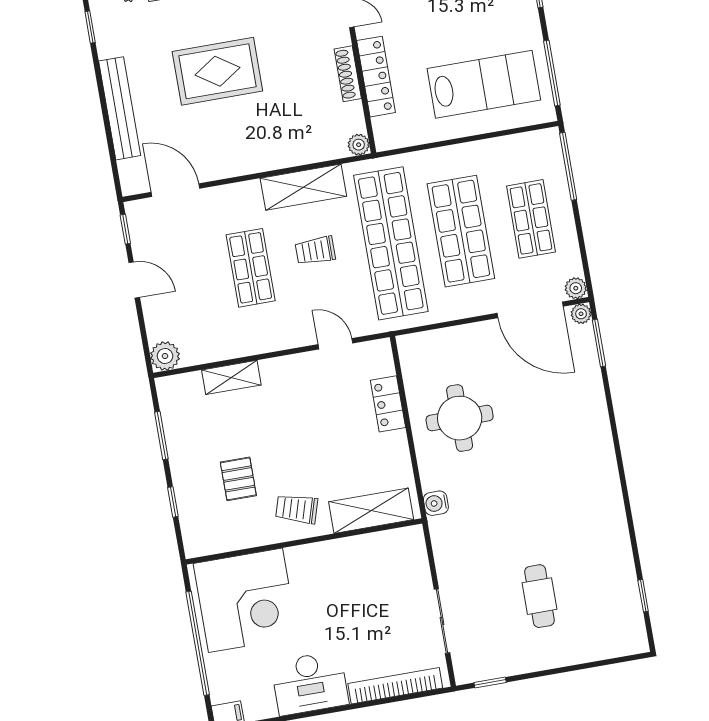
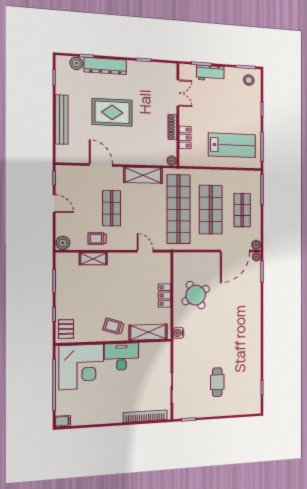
locker: (376, 77) -> (185, 137), width x0.66
door: (175, 190) -> (101, 165), moved
trolley: (315, 251) -> (97, 239), moved
door: (530, 310) -> (235, 251), hinge flipped
locker: (388, 404) -> (164, 295), moved
round table: (460, 418) -> (196, 295), turned -30
pallet: (238, 479) -> (66, 329), moved
desk: (310, 683) -> (122, 357), moved, turned 180

